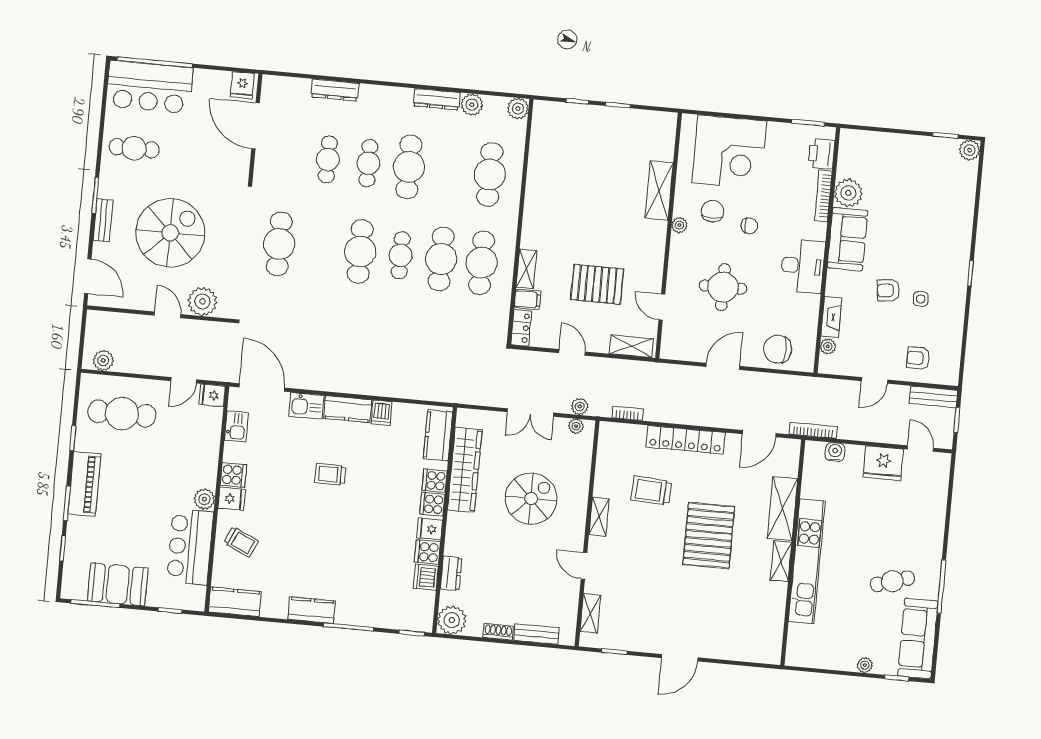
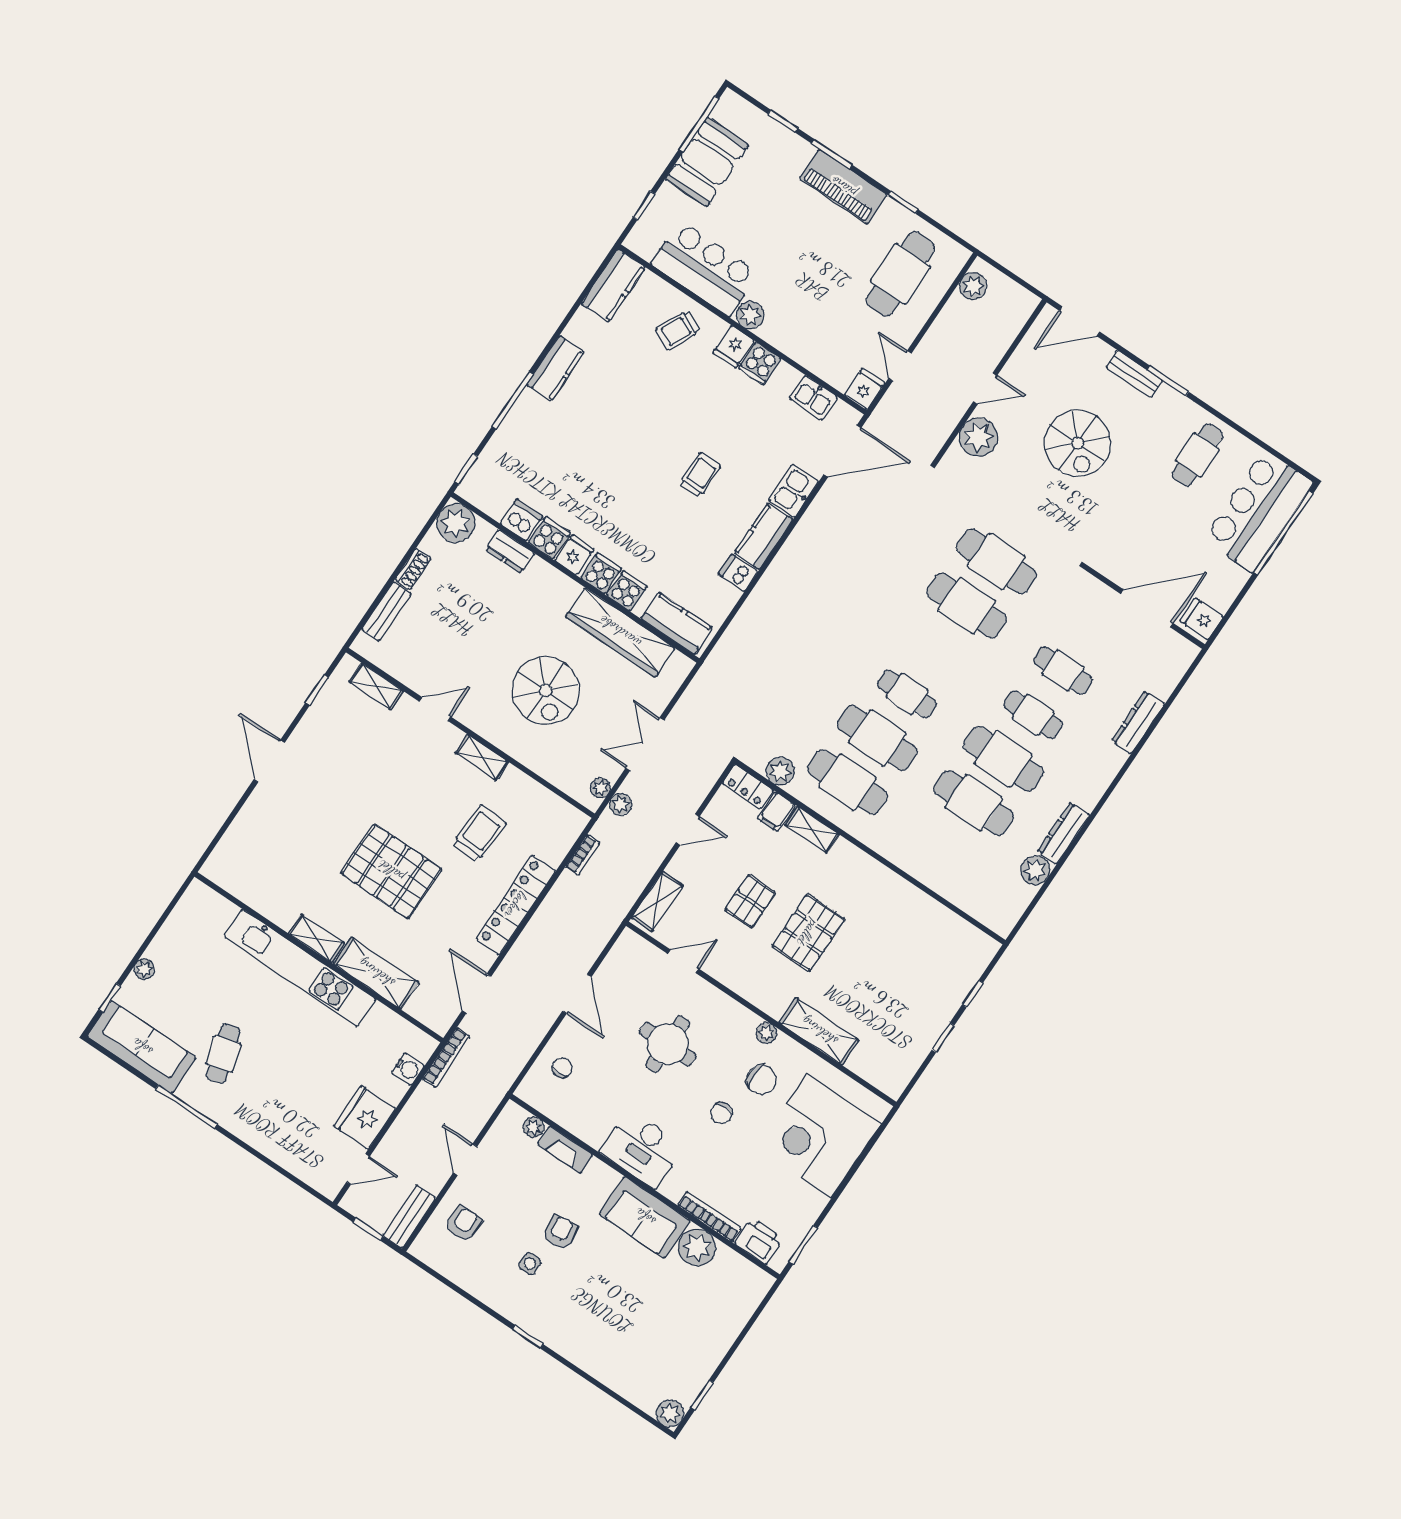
plant: (518, 109) -> (780, 771), moved
cafe table: (490, 174) -> (974, 803), moved
spiral stairs: (170, 233) -> (1078, 443), width x0.73, depth x0.73
pallet: (597, 234) -> (808, 933), added
cafe table: (360, 251) -> (967, 606), moved
pallet: (597, 284) -> (750, 901), width x0.67, depth x0.71
chair: (778, 349) -> (562, 1068), width x0.54, depth x0.54

